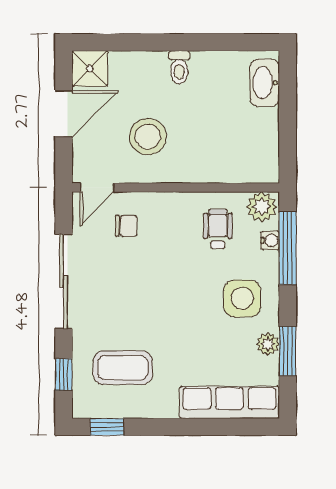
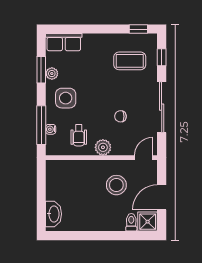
toilet: (179, 67) -> (131, 222), moved
plant: (262, 207) -> (103, 147), moved
chair: (126, 226) -> (120, 116), moved
row of seats: (229, 402) -> (64, 42), width x0.68

